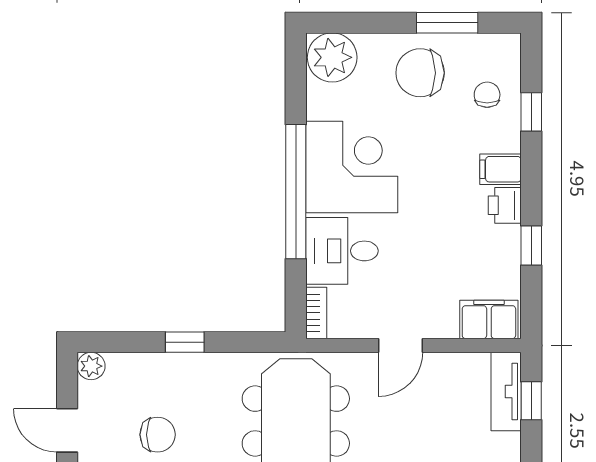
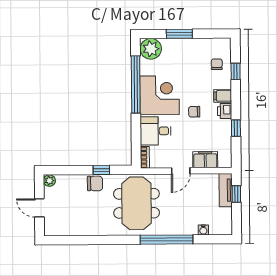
window: (447, 23) -> (179, 34), moved
chair: (420, 73) -> (194, 112), moved, width x0.54, depth x0.54
window: (296, 192) -> (136, 84), moved
filing cabinet: (489, 319) -> (205, 160), moved
window: (185, 342) -> (101, 170), moved
chair: (158, 435) -> (95, 183), moved

